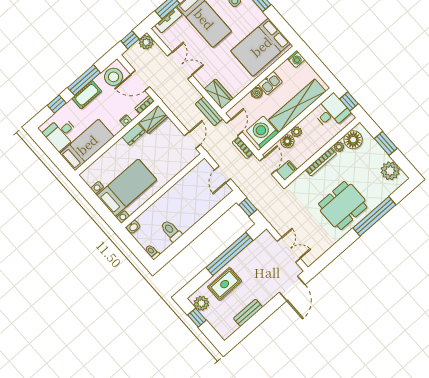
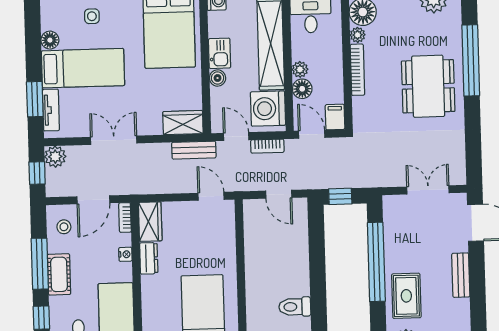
stool: (114, 77) -> (64, 227), width x0.53, depth x0.53
bench: (248, 313) -> (461, 275), moved

